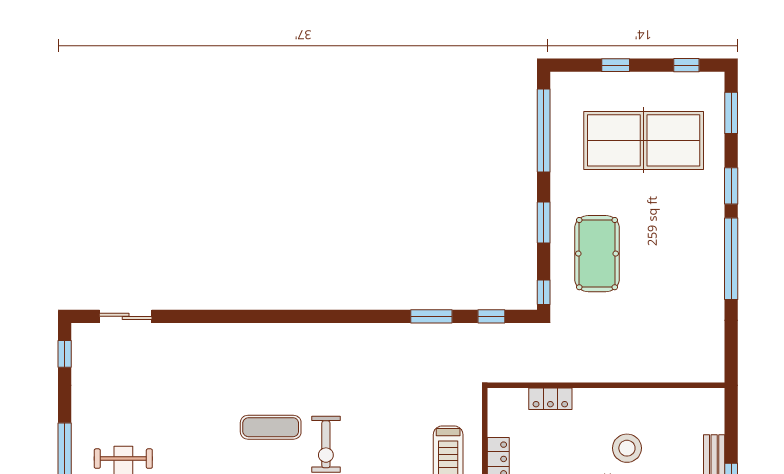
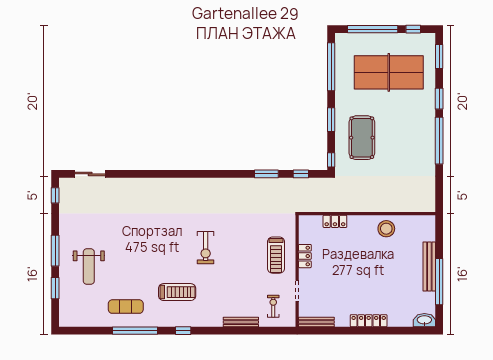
window: (616, 65) -> (373, 29), width x3.17
exercise mat: (271, 427) -> (174, 238), removed
stool: (627, 448) -> (386, 229), moved

